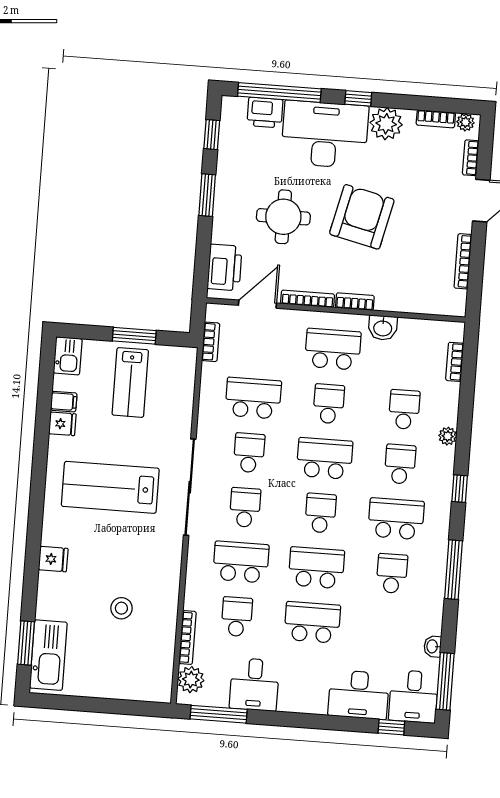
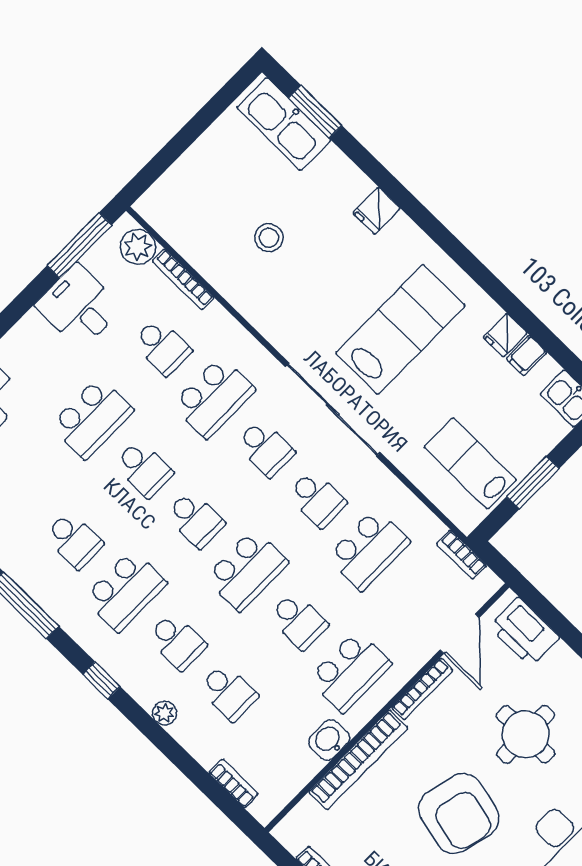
bookcase: (355, 302) -> (358, 760), width x2.31, depth x1.31
lab bench: (130, 382) -> (470, 463), moved
school desk: (316, 568) -> (144, 469), width x0.54

